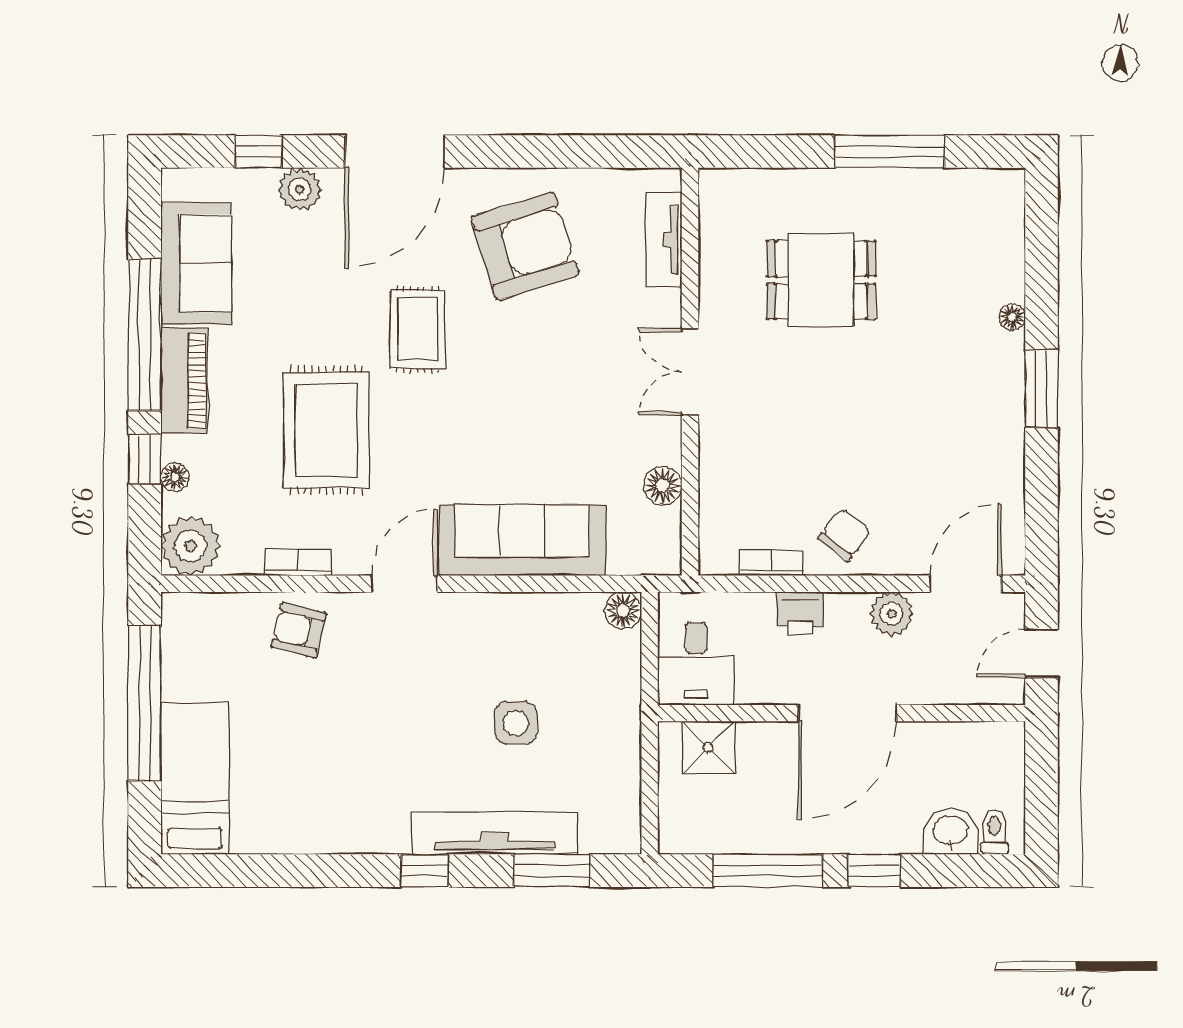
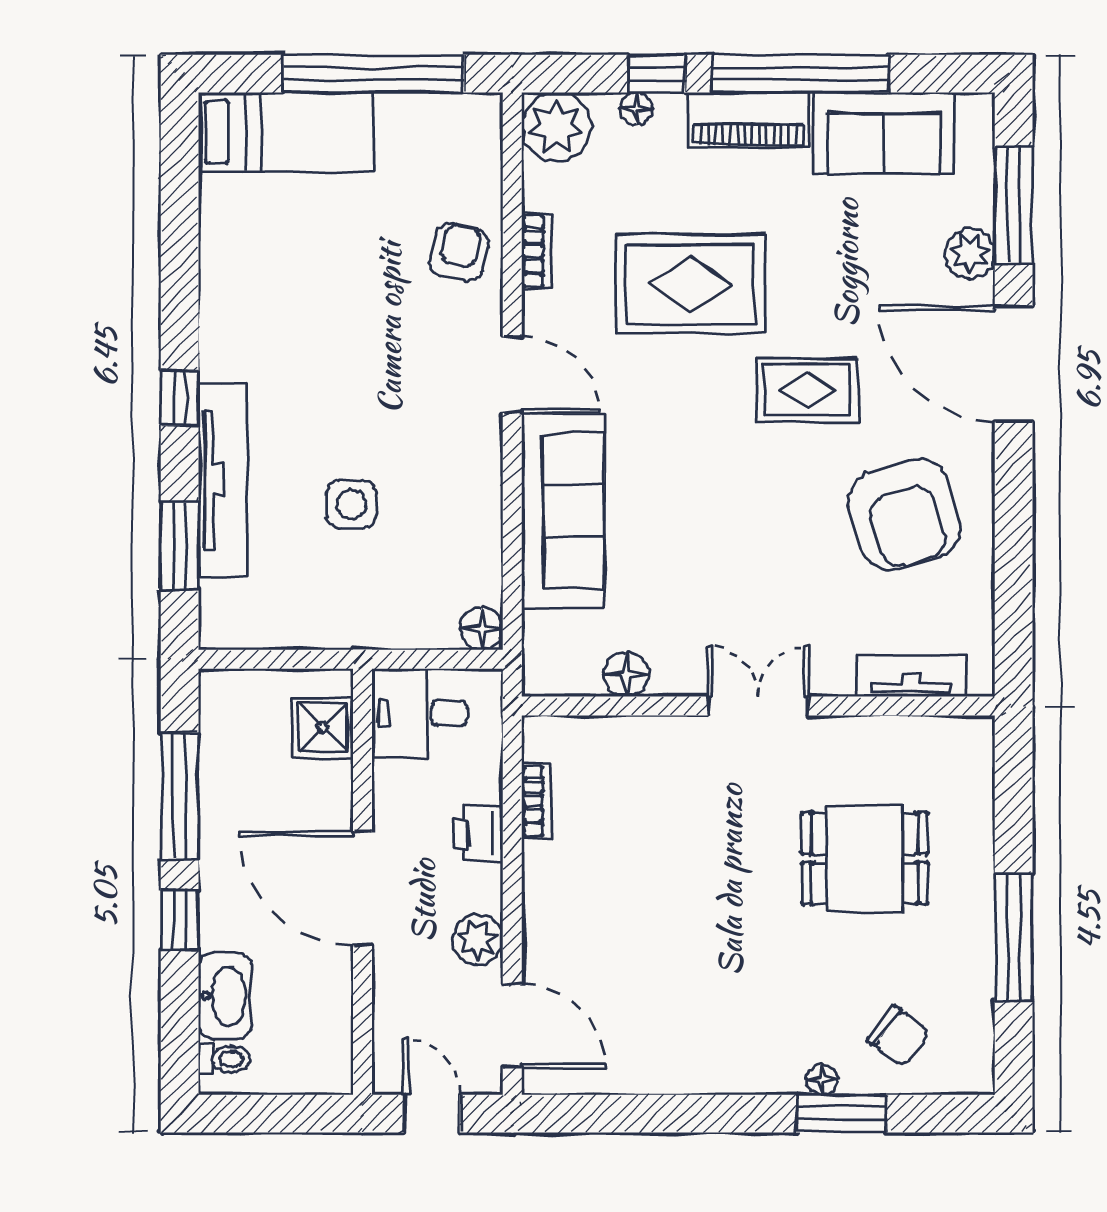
window: (258, 152) -> (1014, 205), width x2.17
dining table: (821, 280) -> (865, 858), turned 90
window: (1042, 389) -> (841, 1114), moved
chair: (844, 535) -> (898, 1036), moved
washbasin: (950, 832) -> (225, 996), width x1.38

